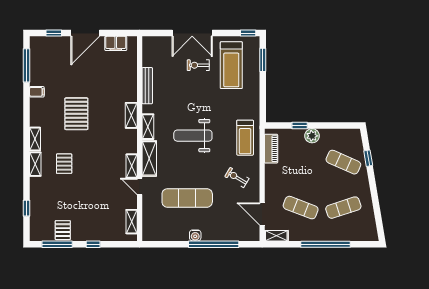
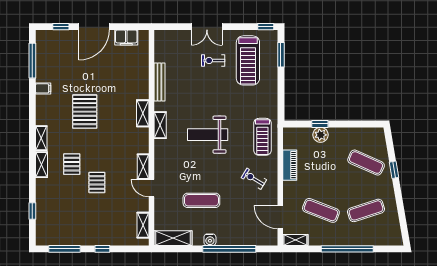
double door: (192, 33) -> (207, 27), width x0.73
plant: (312, 136) -> (321, 135), moved
piano: (271, 149) -> (290, 165), moved
shelving: (149, 158) -> (173, 238), moved, turned 90
window: (368, 158) -> (394, 170), moved
exercise mat: (187, 198) -> (201, 200), width x0.73, depth x0.69
pallet: (63, 230) -> (97, 182), moved

